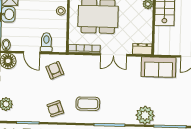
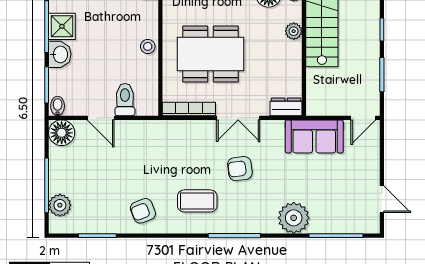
armchair: (55, 70) -> (240, 169), moved, turned -73

